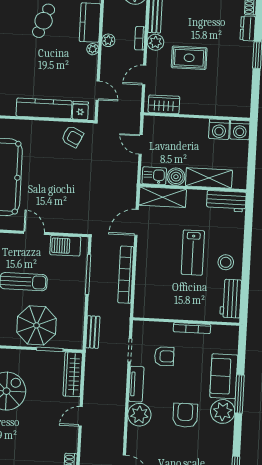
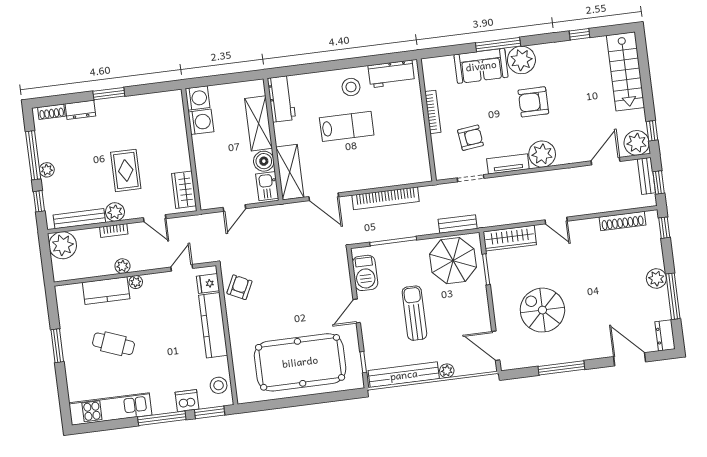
parasol: (36, 325) -> (453, 261), moved
armchair: (164, 356) -> (470, 138), turned 83

